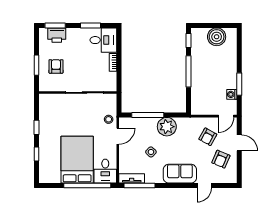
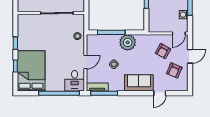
door: (118, 136) -> (85, 62), moved
door: (239, 143) -> (190, 56), hinge flipped
bed: (77, 160) -> (31, 71), moved

